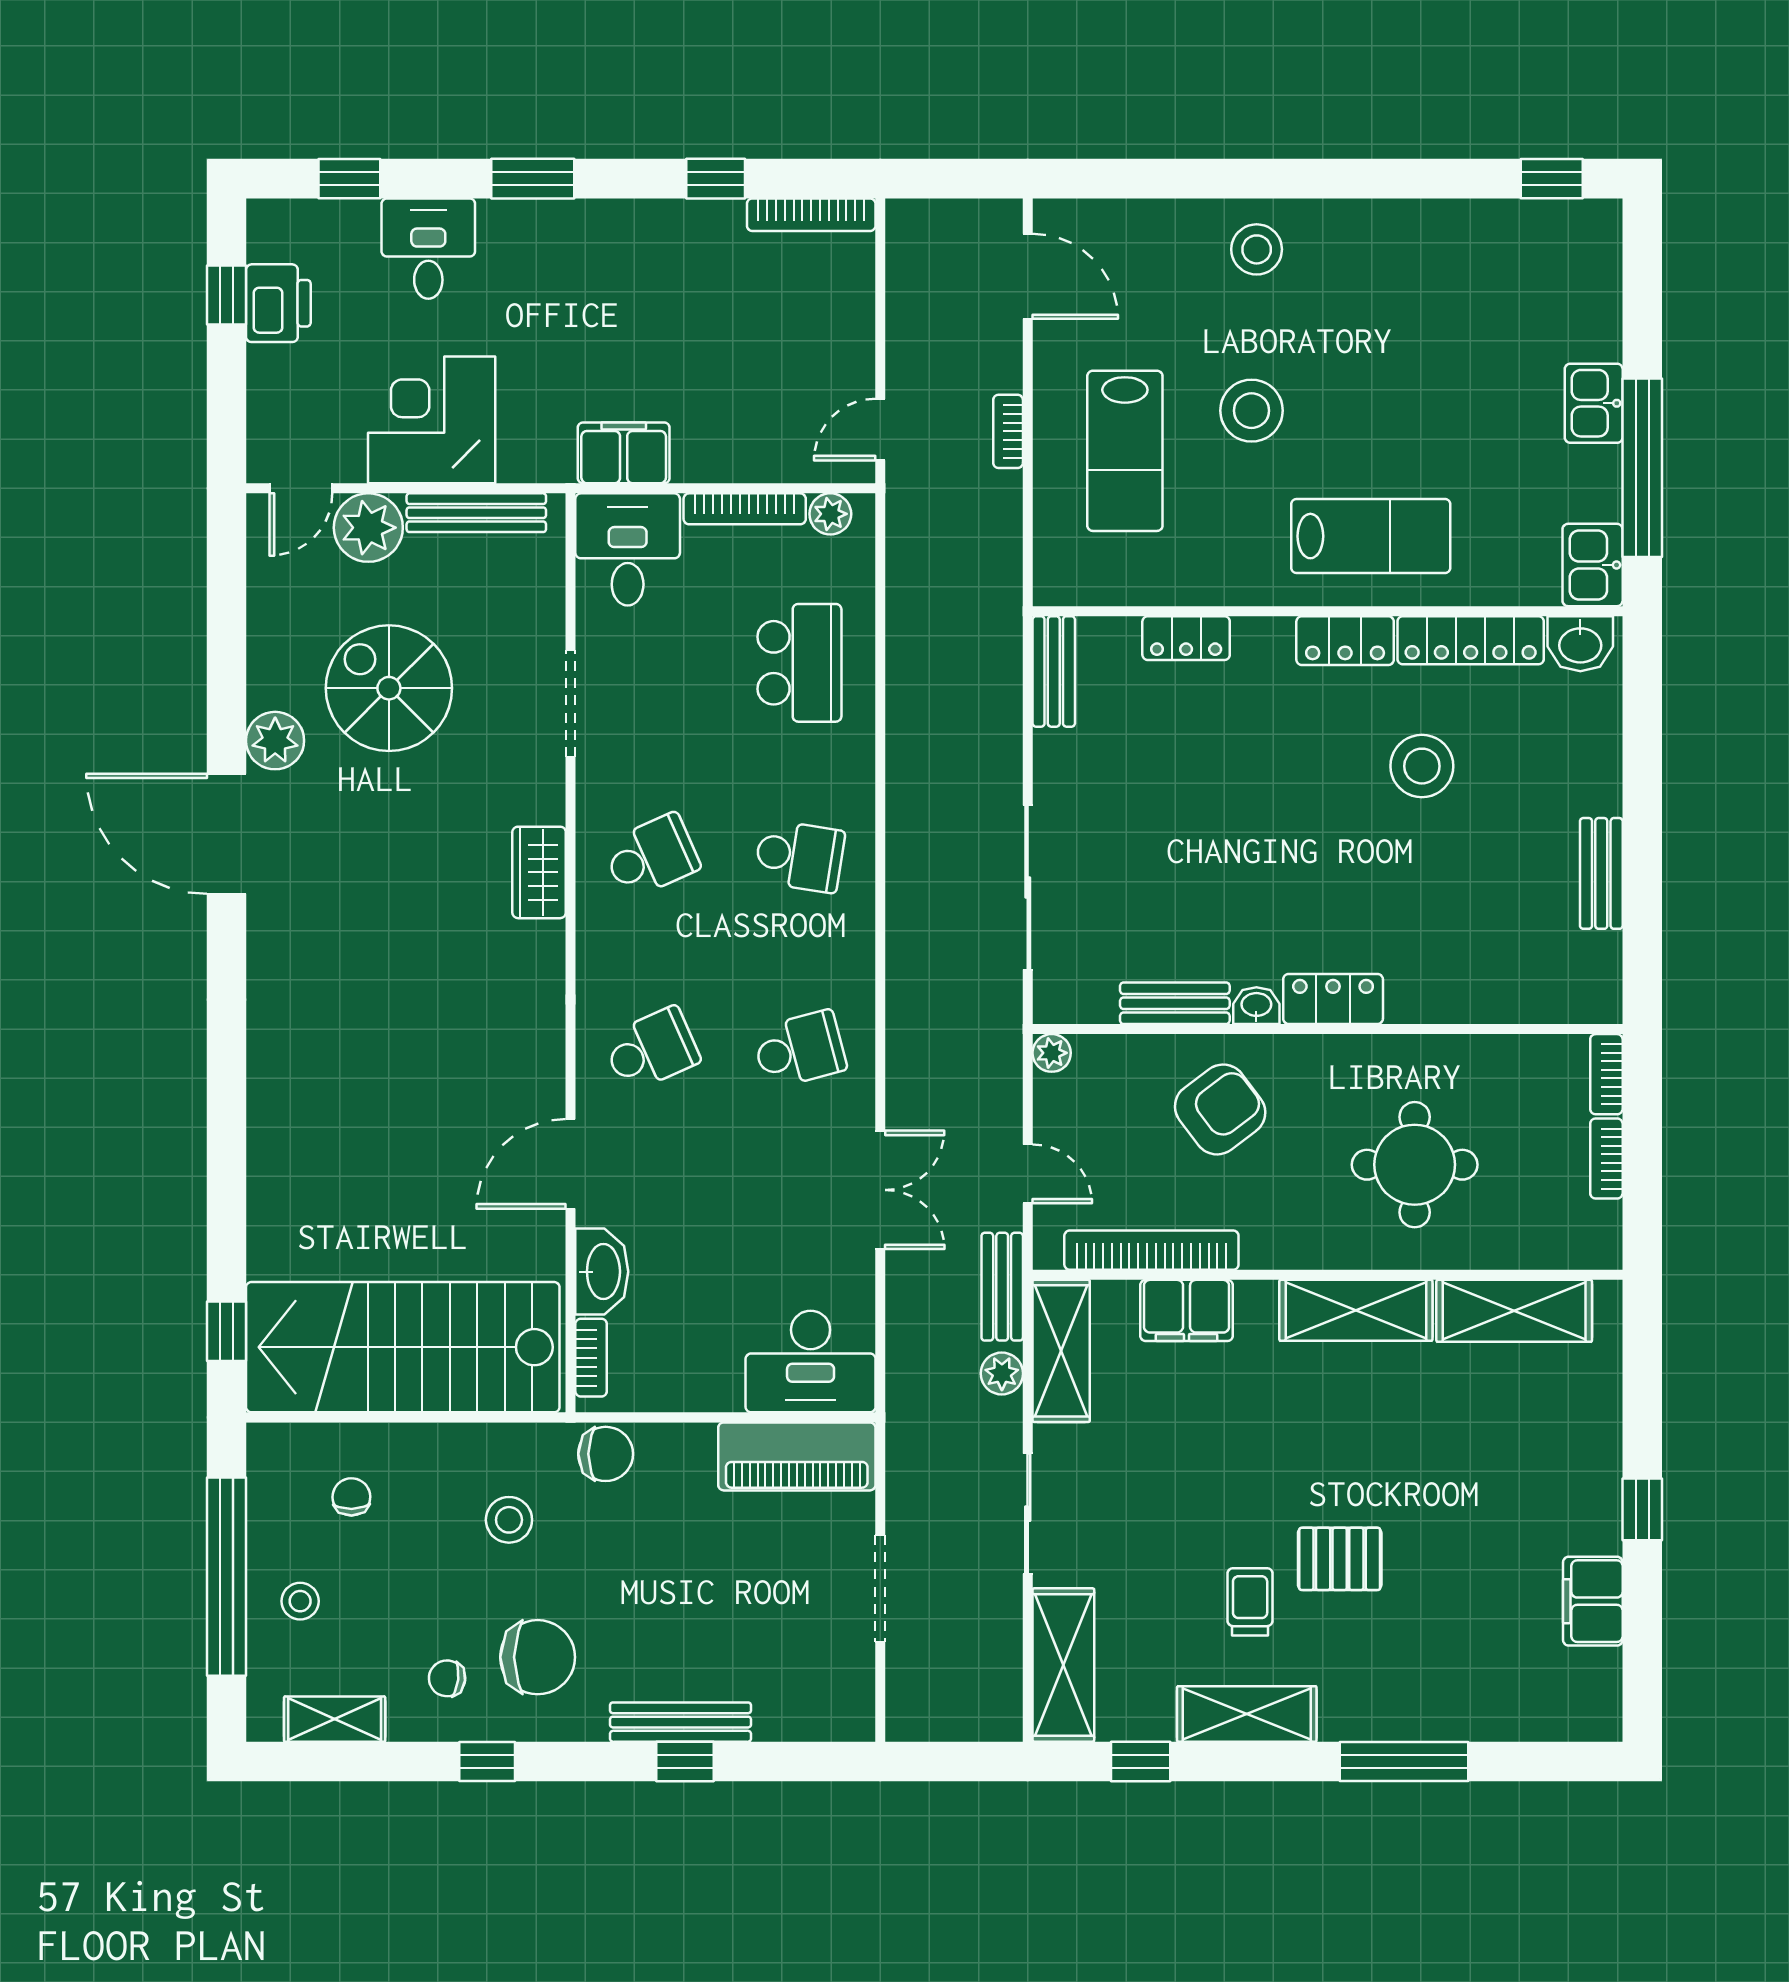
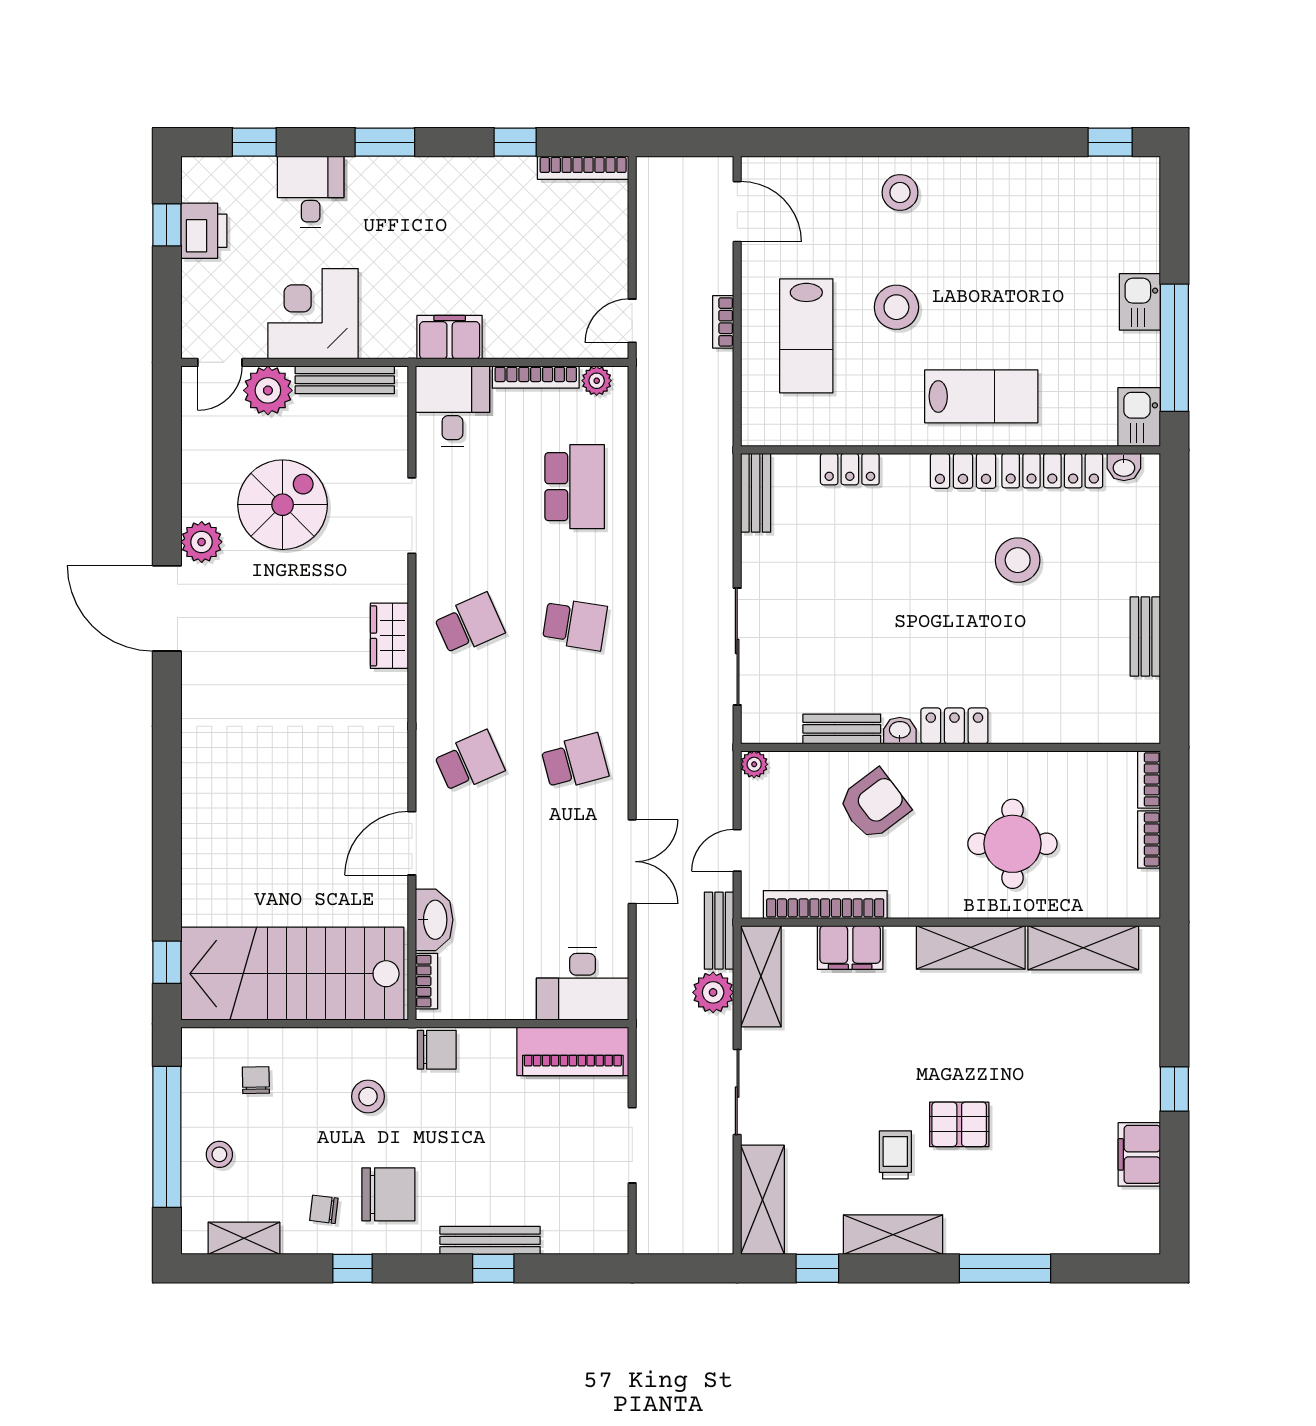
washbasin: (1580, 644) -> (1124, 467), width x0.72, depth x0.69
spiral stairs: (389, 688) -> (283, 505), turned 90
door: (1028, 1174) -> (737, 850), swing flipped
plant: (1002, 1373) -> (713, 992), width x1.38, depth x1.38

